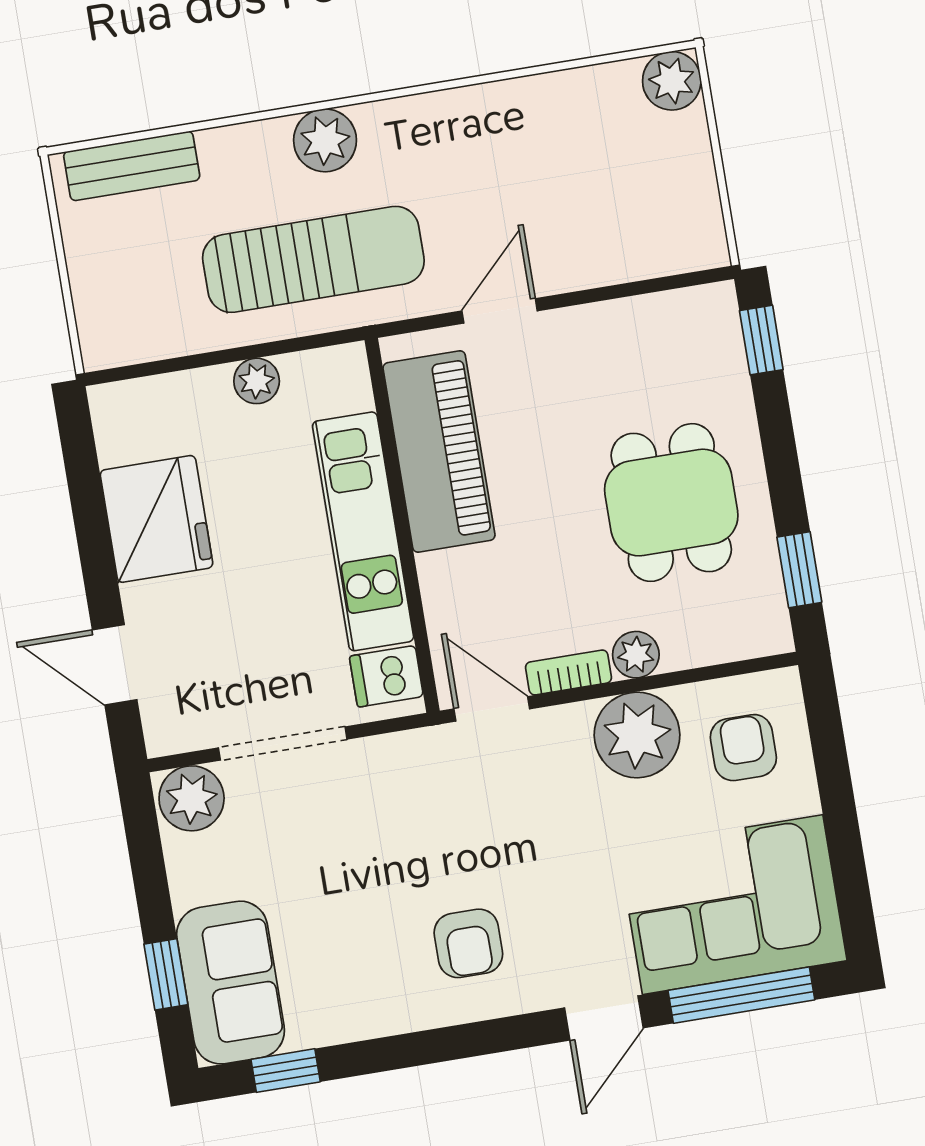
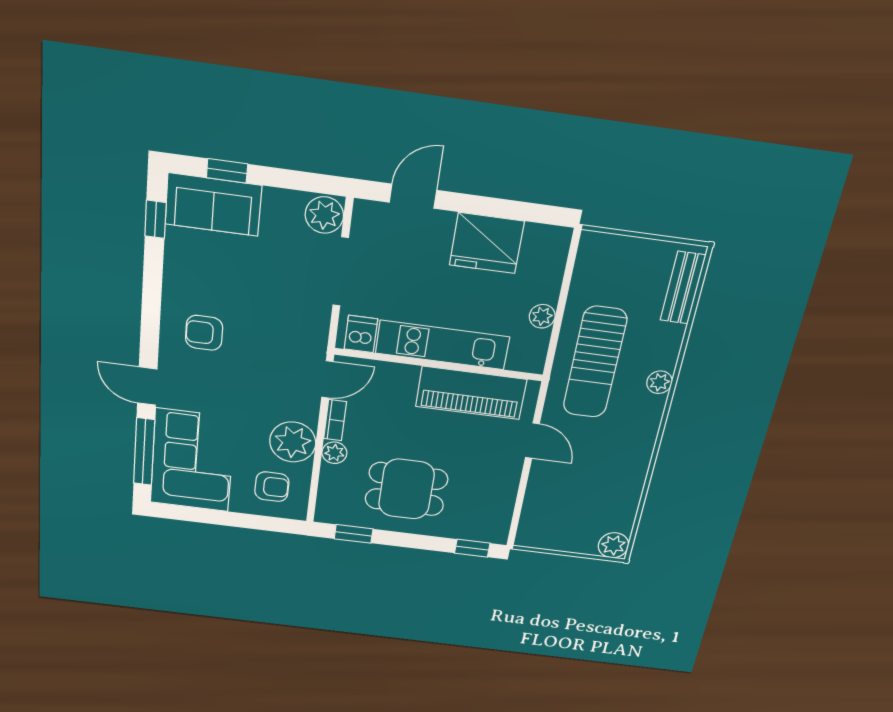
plant: (325, 140) -> (659, 382), width x0.73, depth x0.73

